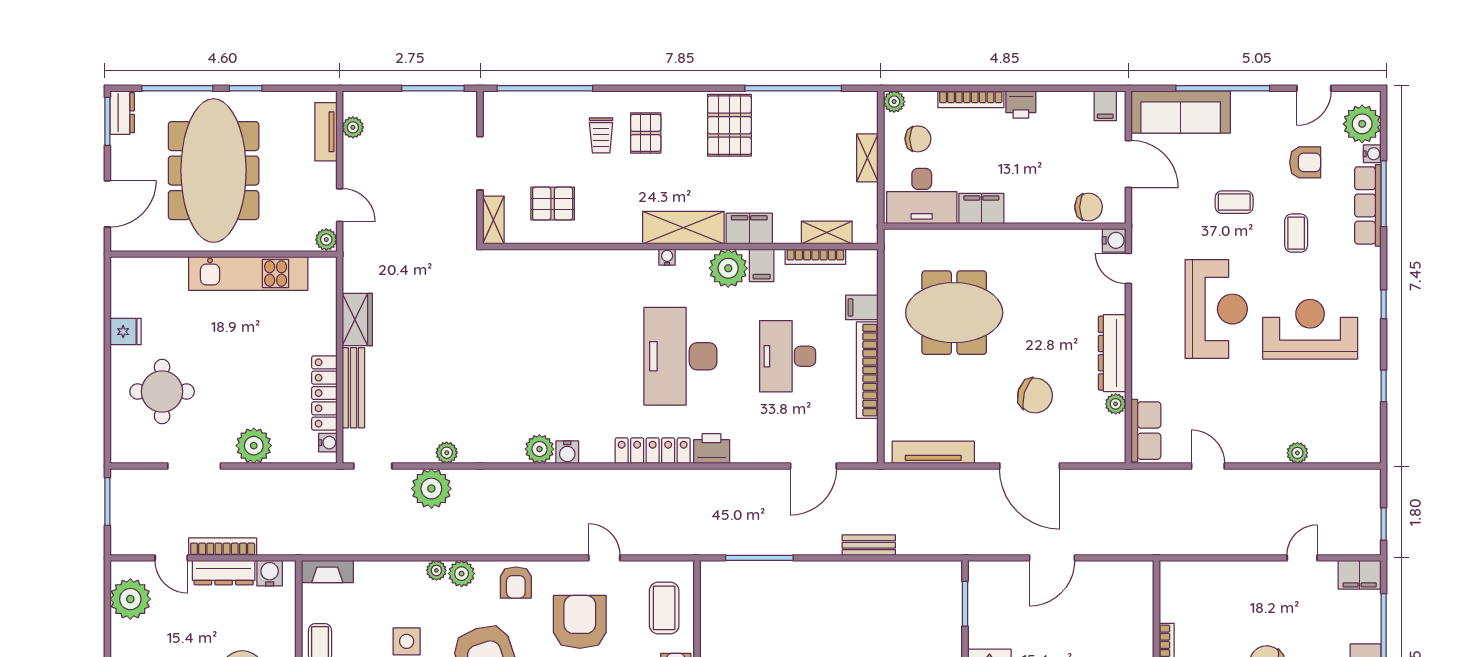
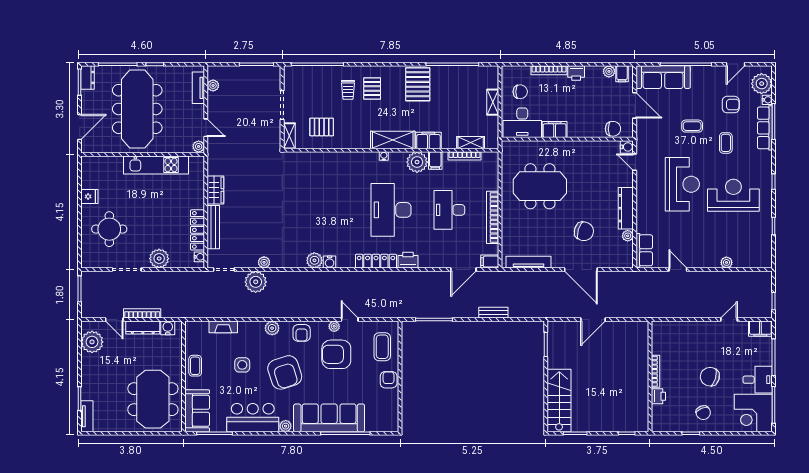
plant: (894, 102) -> (609, 71), moved
filing cabinet: (862, 307) -> (490, 262), moved
plant: (436, 570) -> (334, 326), moved
fireplace: (327, 572) -> (223, 327), moved
armchair: (580, 622) -> (336, 354), turned -90

